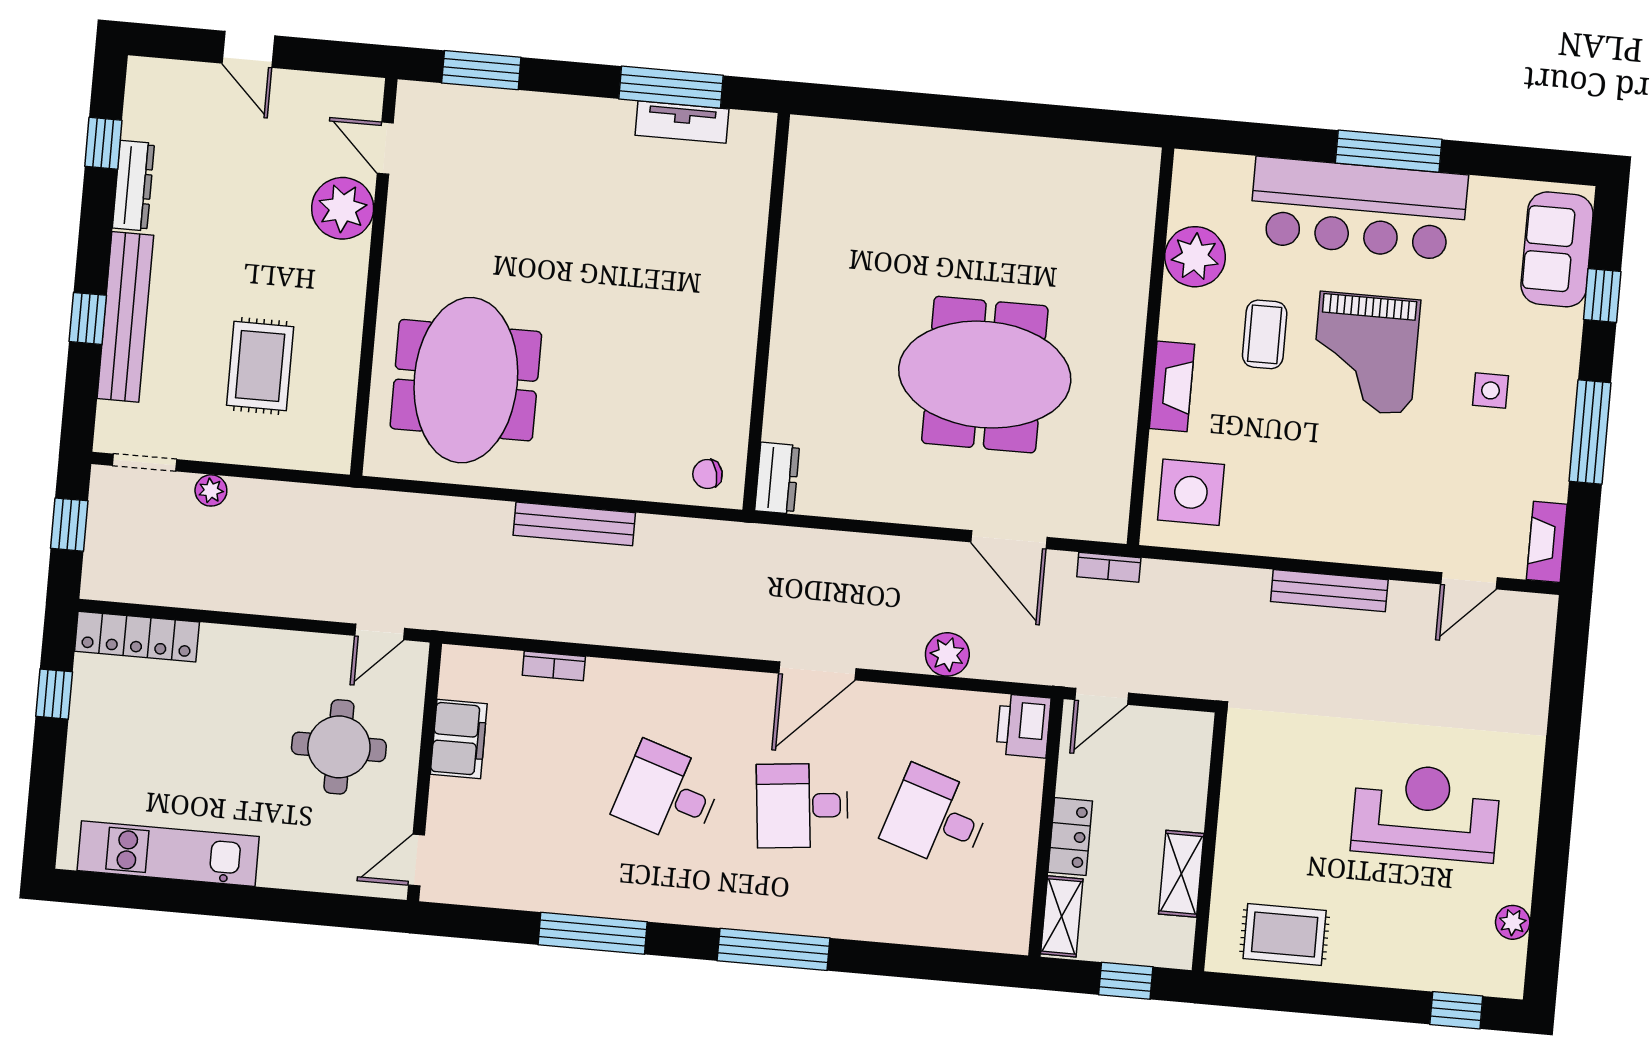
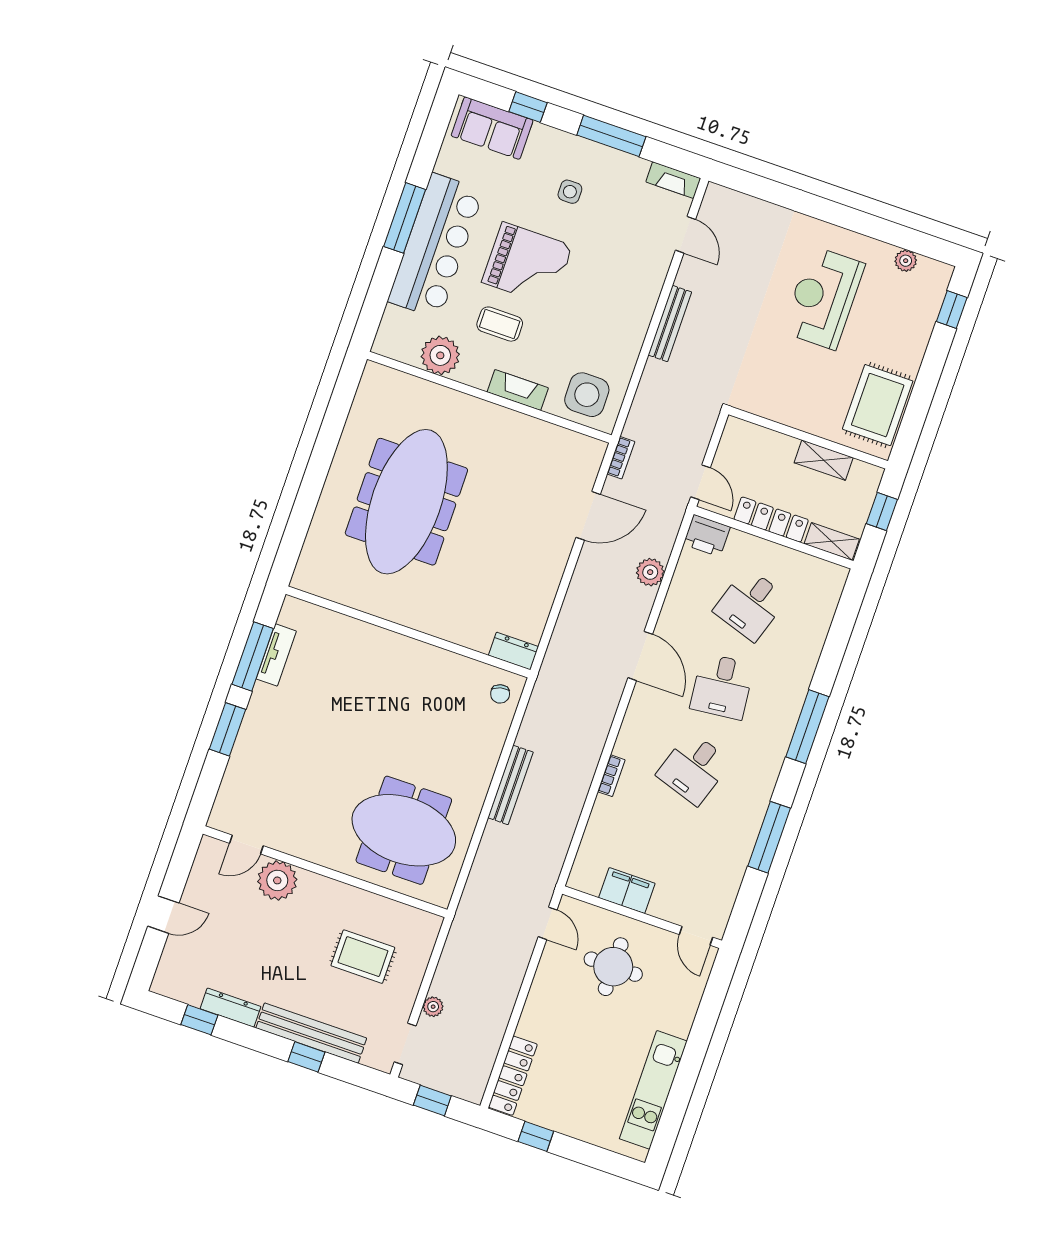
window: (481, 70) -> (227, 729), moved
meeting table: (985, 375) -> (406, 502), moved, width x1.36
bookcase: (554, 666) -> (611, 776), moved
locker: (1070, 837) -> (771, 520), width x1.53
rug: (1285, 934) -> (878, 405), width x1.36, depth x1.43

